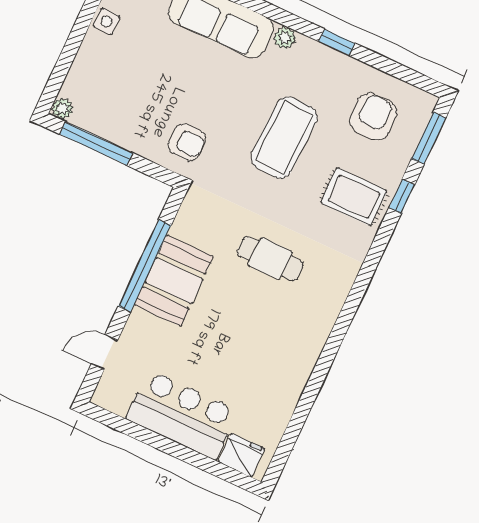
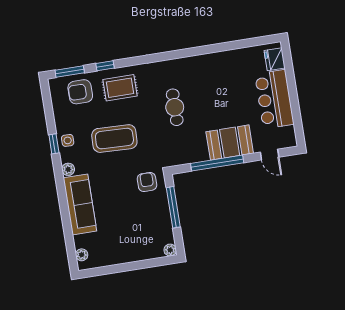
side table: (107, 22) -> (68, 140), moved
armchair: (373, 117) -> (80, 92), moved
window: (96, 144) -> (173, 207), moved
rug: (354, 197) -> (120, 88), turned 90
booth: (174, 281) -> (230, 143), moved

